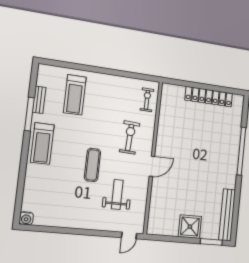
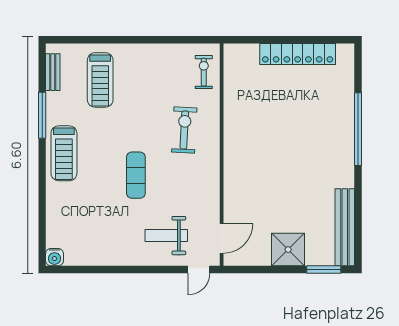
bench: (39, 100) -> (53, 72), moved
door: (152, 166) -> (222, 238), moved
weight bench: (117, 195) -> (166, 236), moved, turned -90

